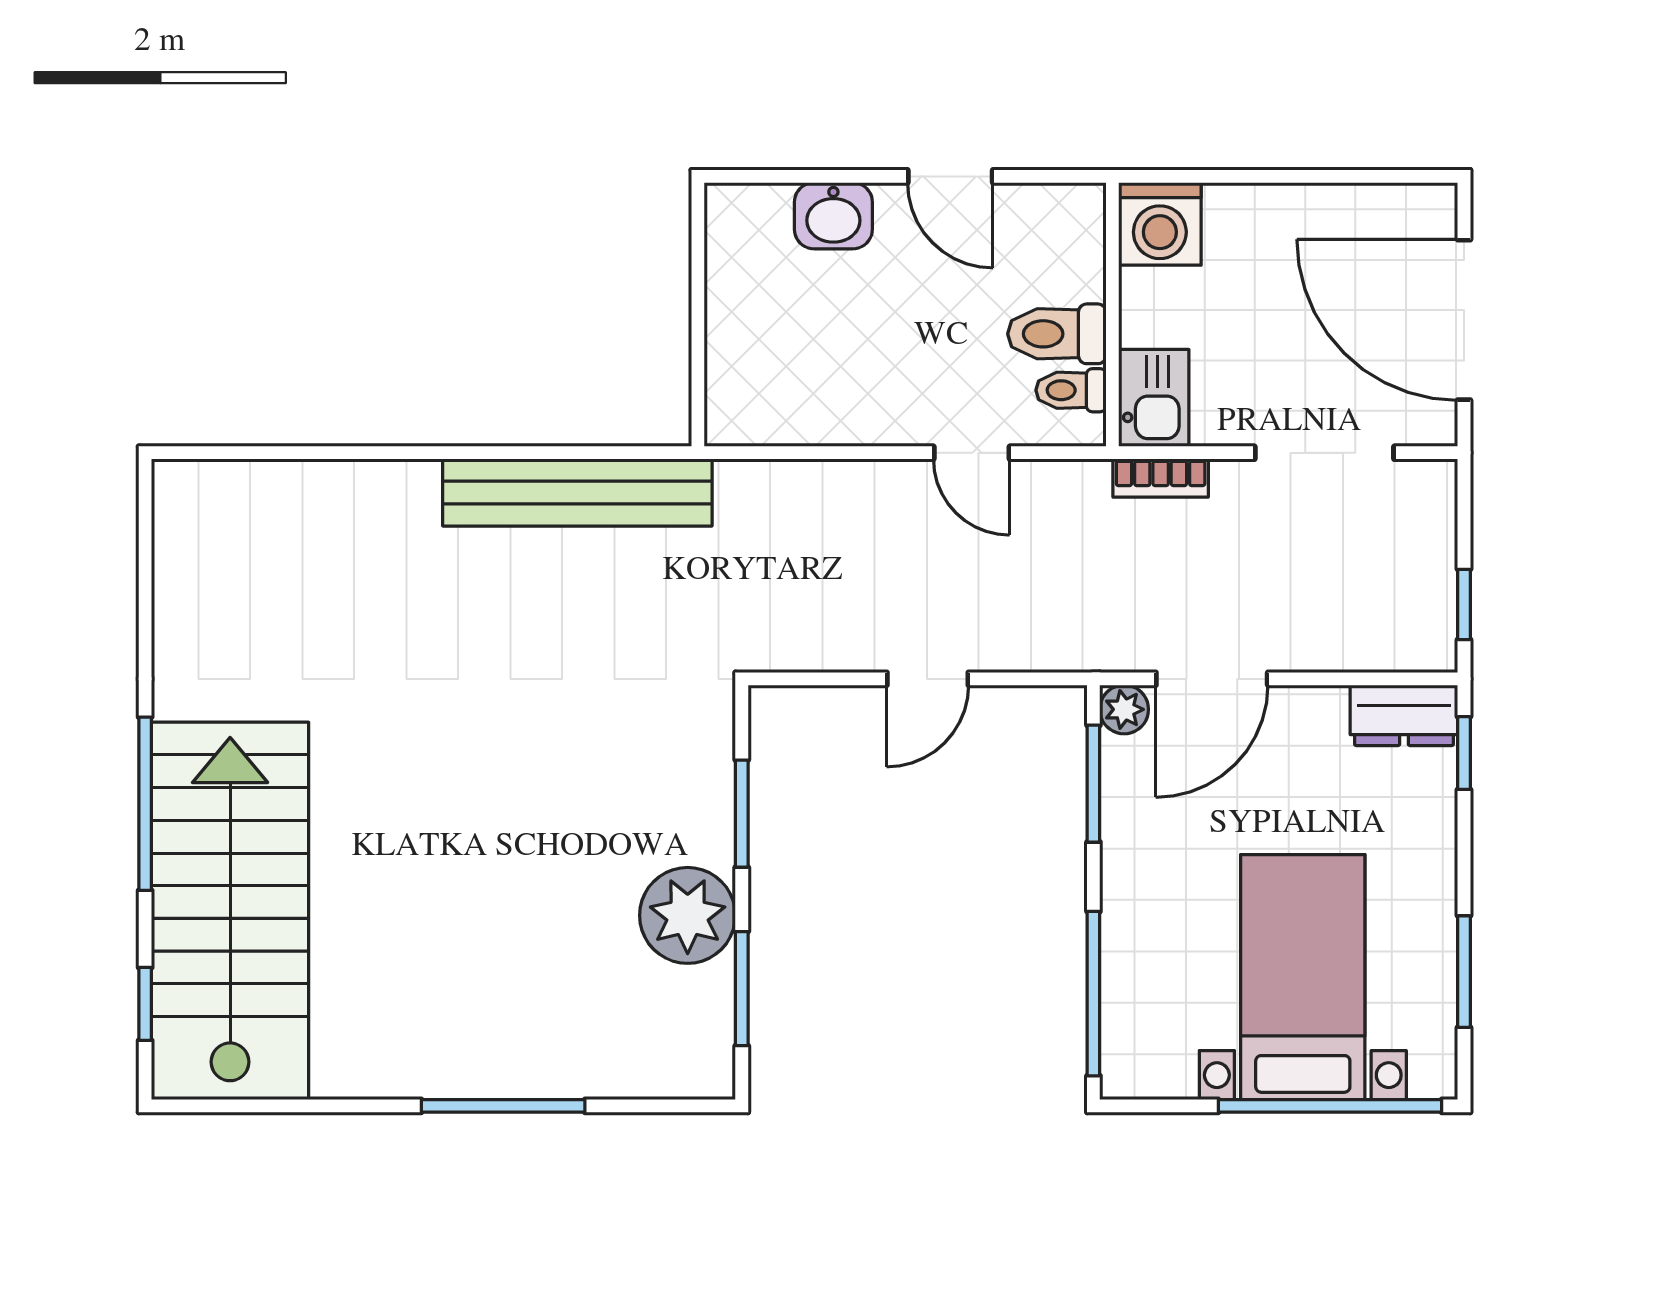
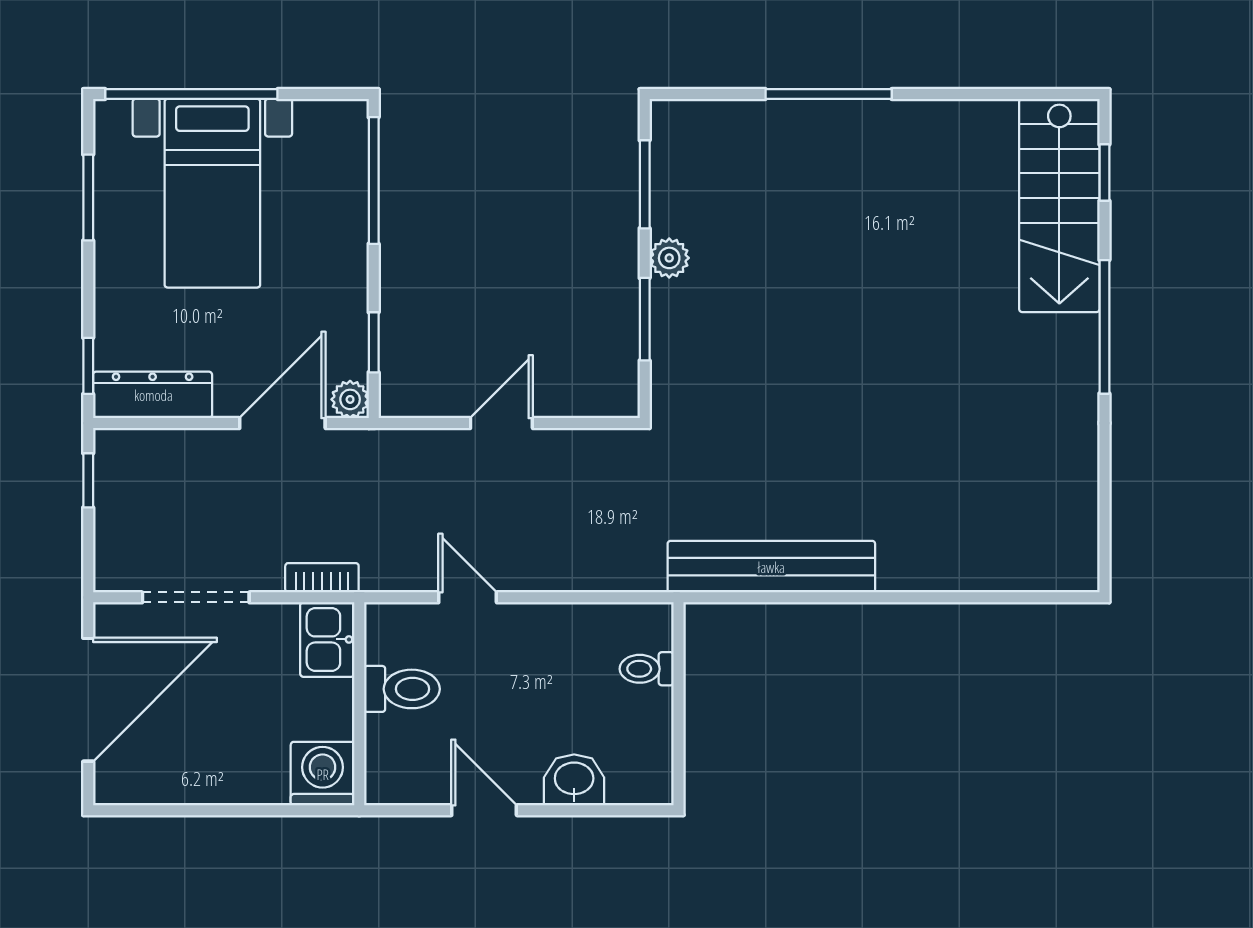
door: (1464, 320) -> (88, 700), hinge flipped
toilet: (1071, 390) -> (647, 669), moved, turned 180
dresser: (1404, 715) -> (153, 395), width x1.44
window: (1093, 784) -> (374, 342), width x0.67
stairs: (230, 911) -> (1059, 205), width x0.73, depth x0.66
plant: (688, 915) -> (669, 258), width x0.53, depth x0.53

